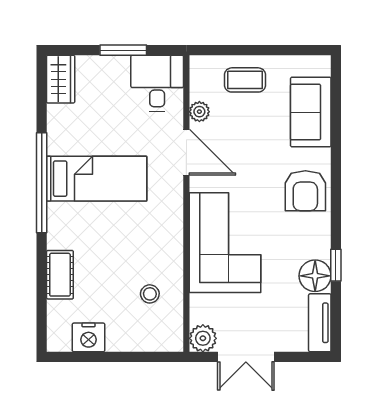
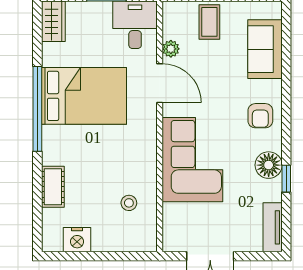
coffee table: (245, 80) -> (209, 22), turned 90
bed: (97, 179) -> (84, 96), width x1.50
armchair: (305, 191) -> (260, 116), width x0.72, depth x0.72
floor lamp: (315, 276) -> (269, 165), moved
plant: (203, 338) -> (174, 240), removed

